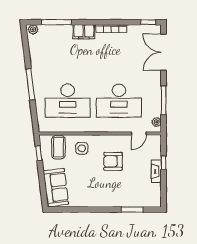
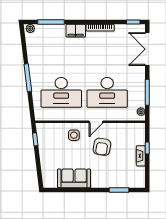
door: (139, 133) -> (96, 122), moved
coffee table: (59, 147) -> (53, 134), removed
armchair: (113, 161) -> (102, 147), turned -81
sofa: (56, 188) -> (74, 178), moved, turned -83

